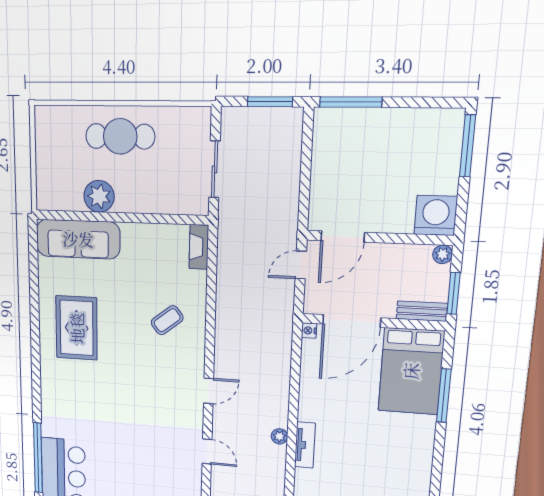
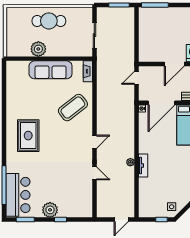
door: (343, 236) -> (174, 64), moved
sofa: (78, 239) -> (51, 70), moved
coffee table: (167, 320) -> (73, 108), width x1.86, depth x1.72
rug: (77, 328) -> (28, 136), moved

